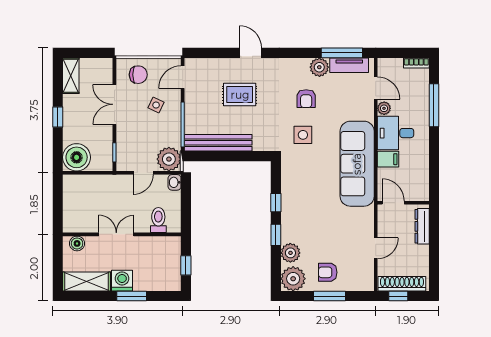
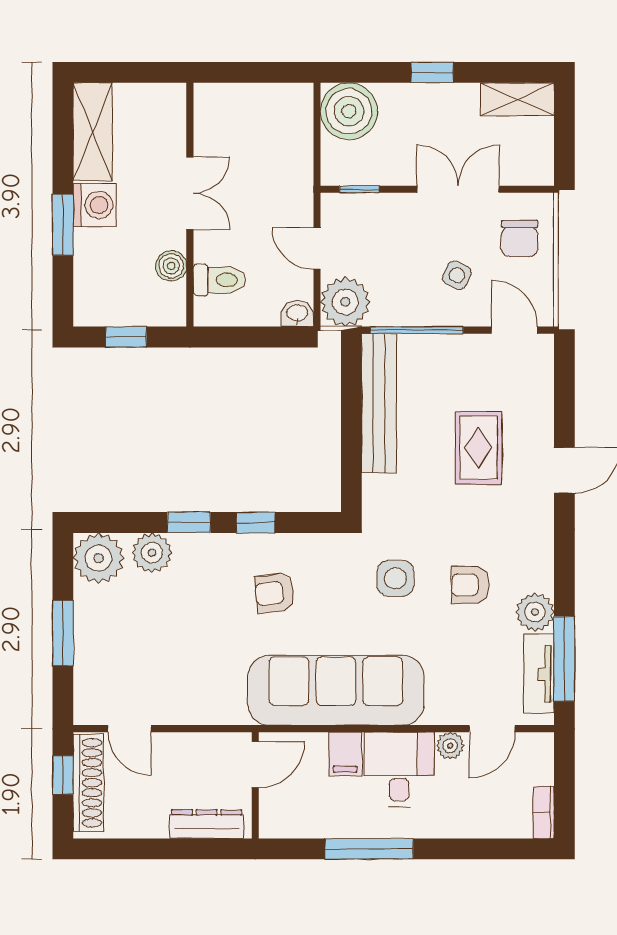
window: (434, 105) -> (369, 849), moved
boiler: (77, 243) -> (171, 266), moved
door: (376, 248) -> (130, 729), moved
armchair: (328, 272) -> (275, 593), moved, turned -96

